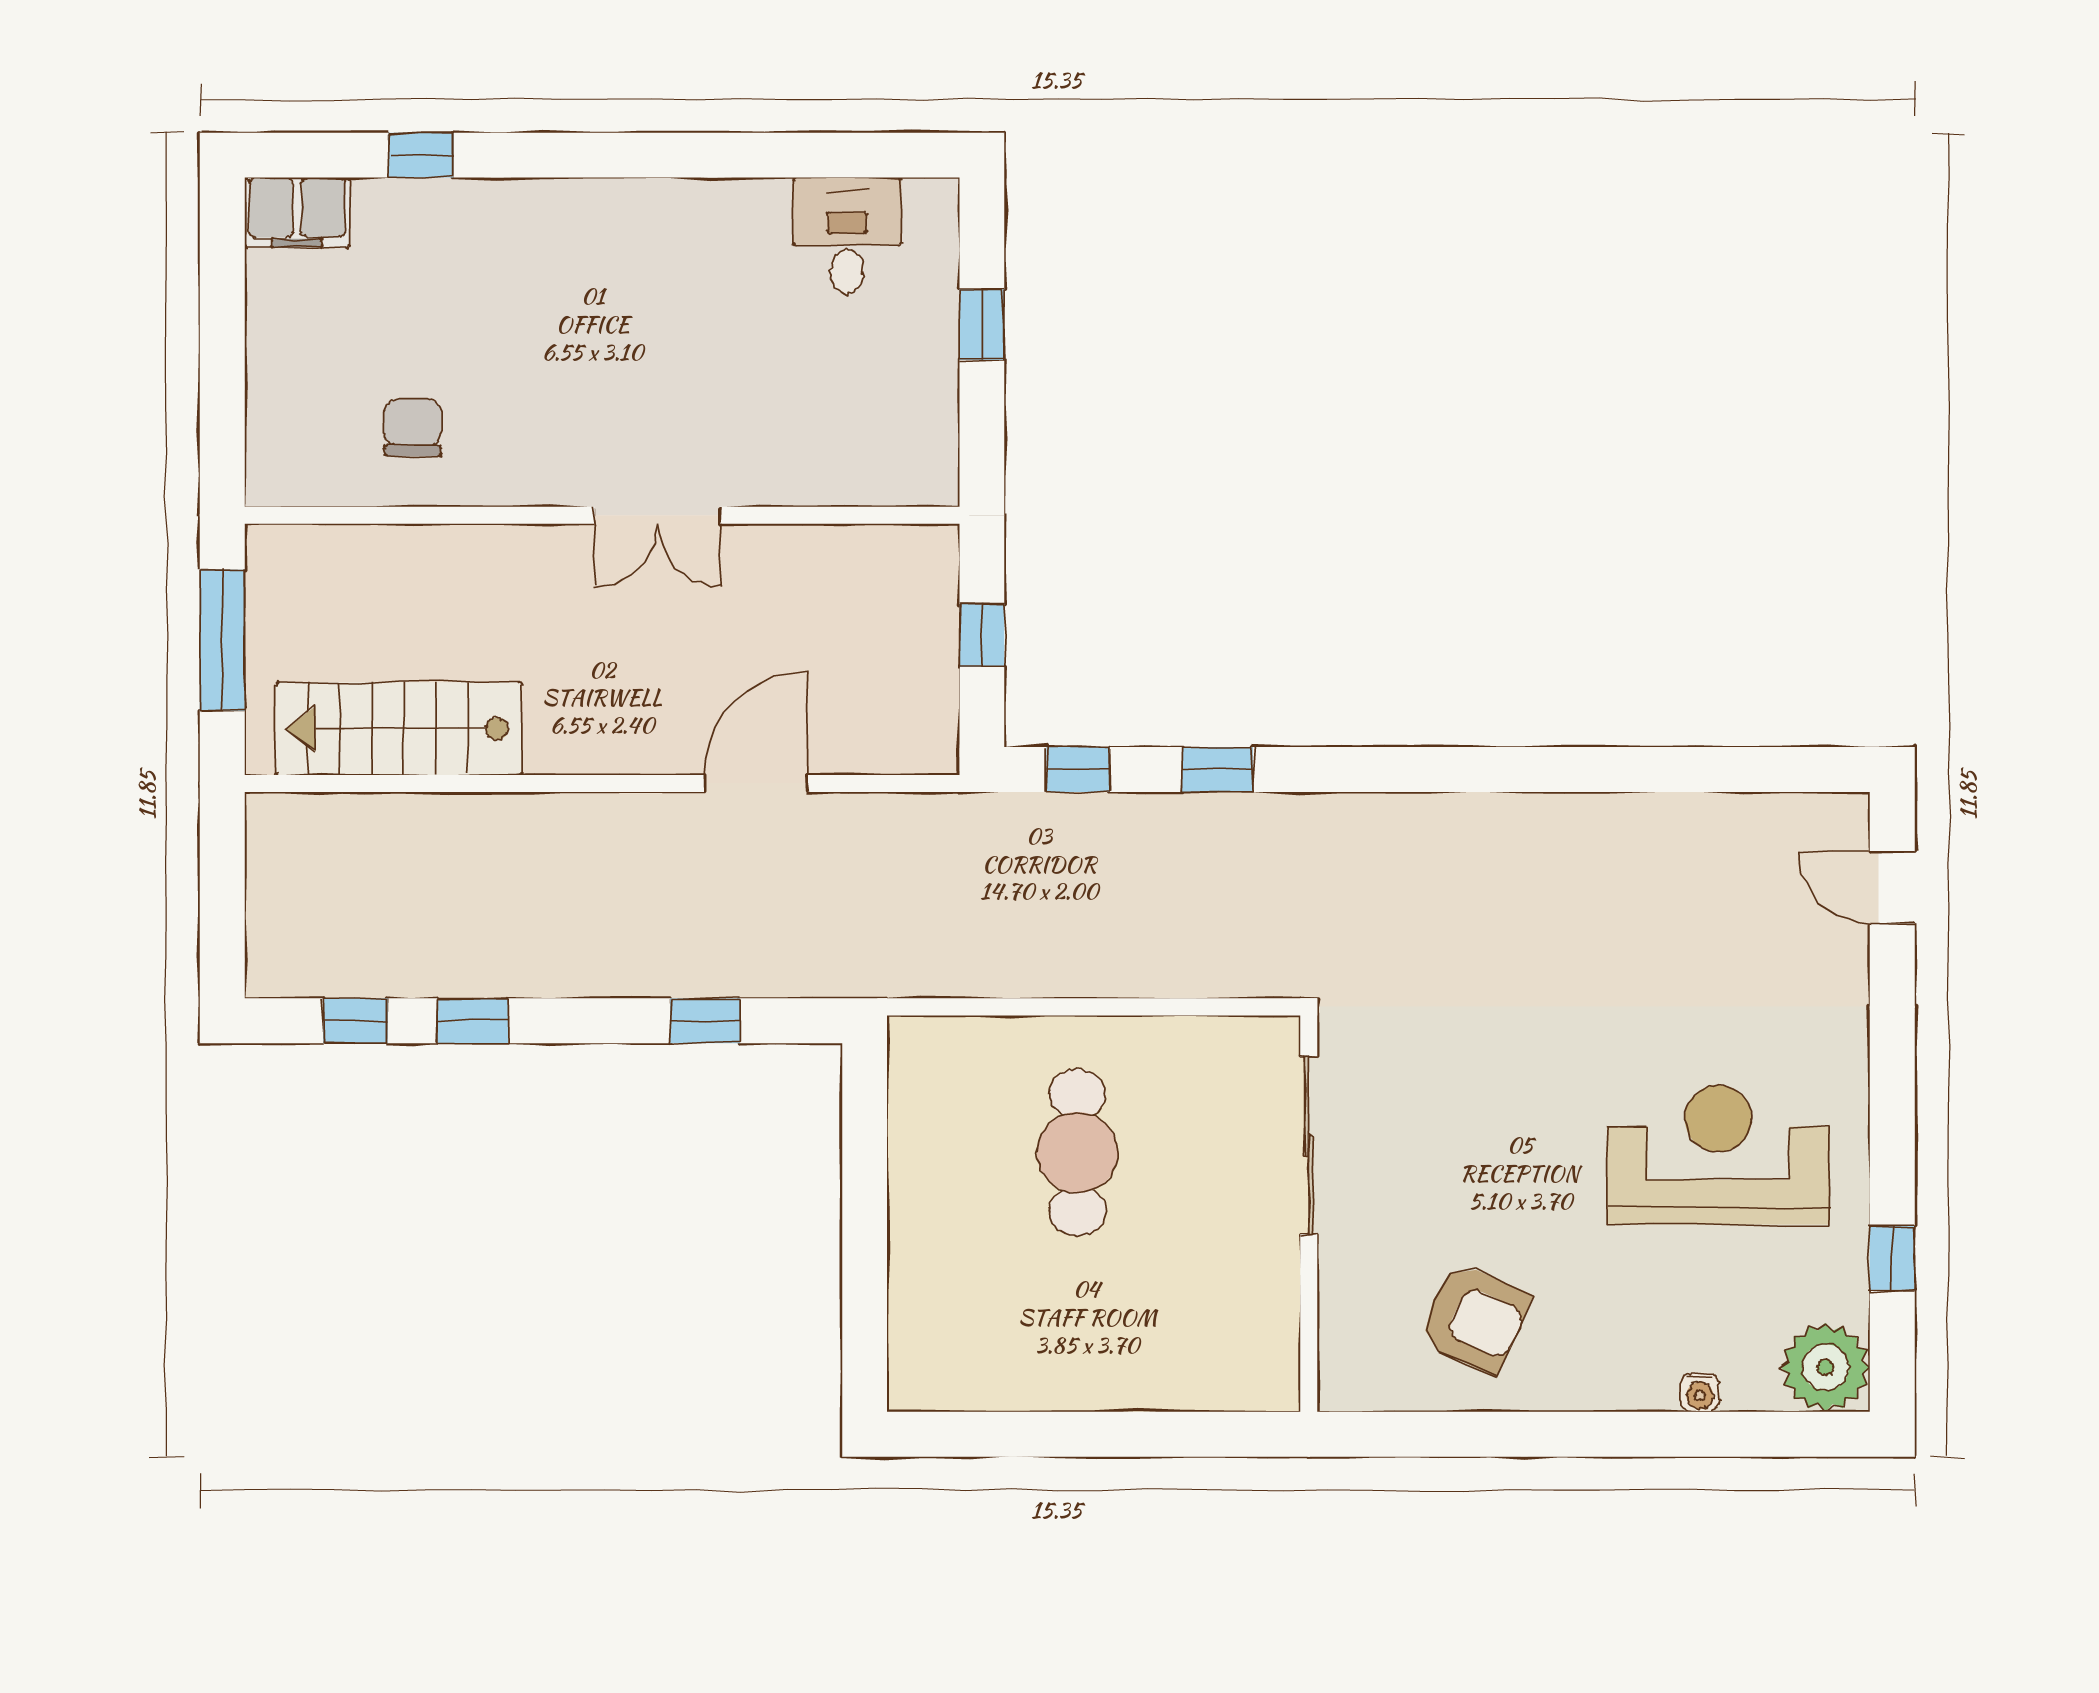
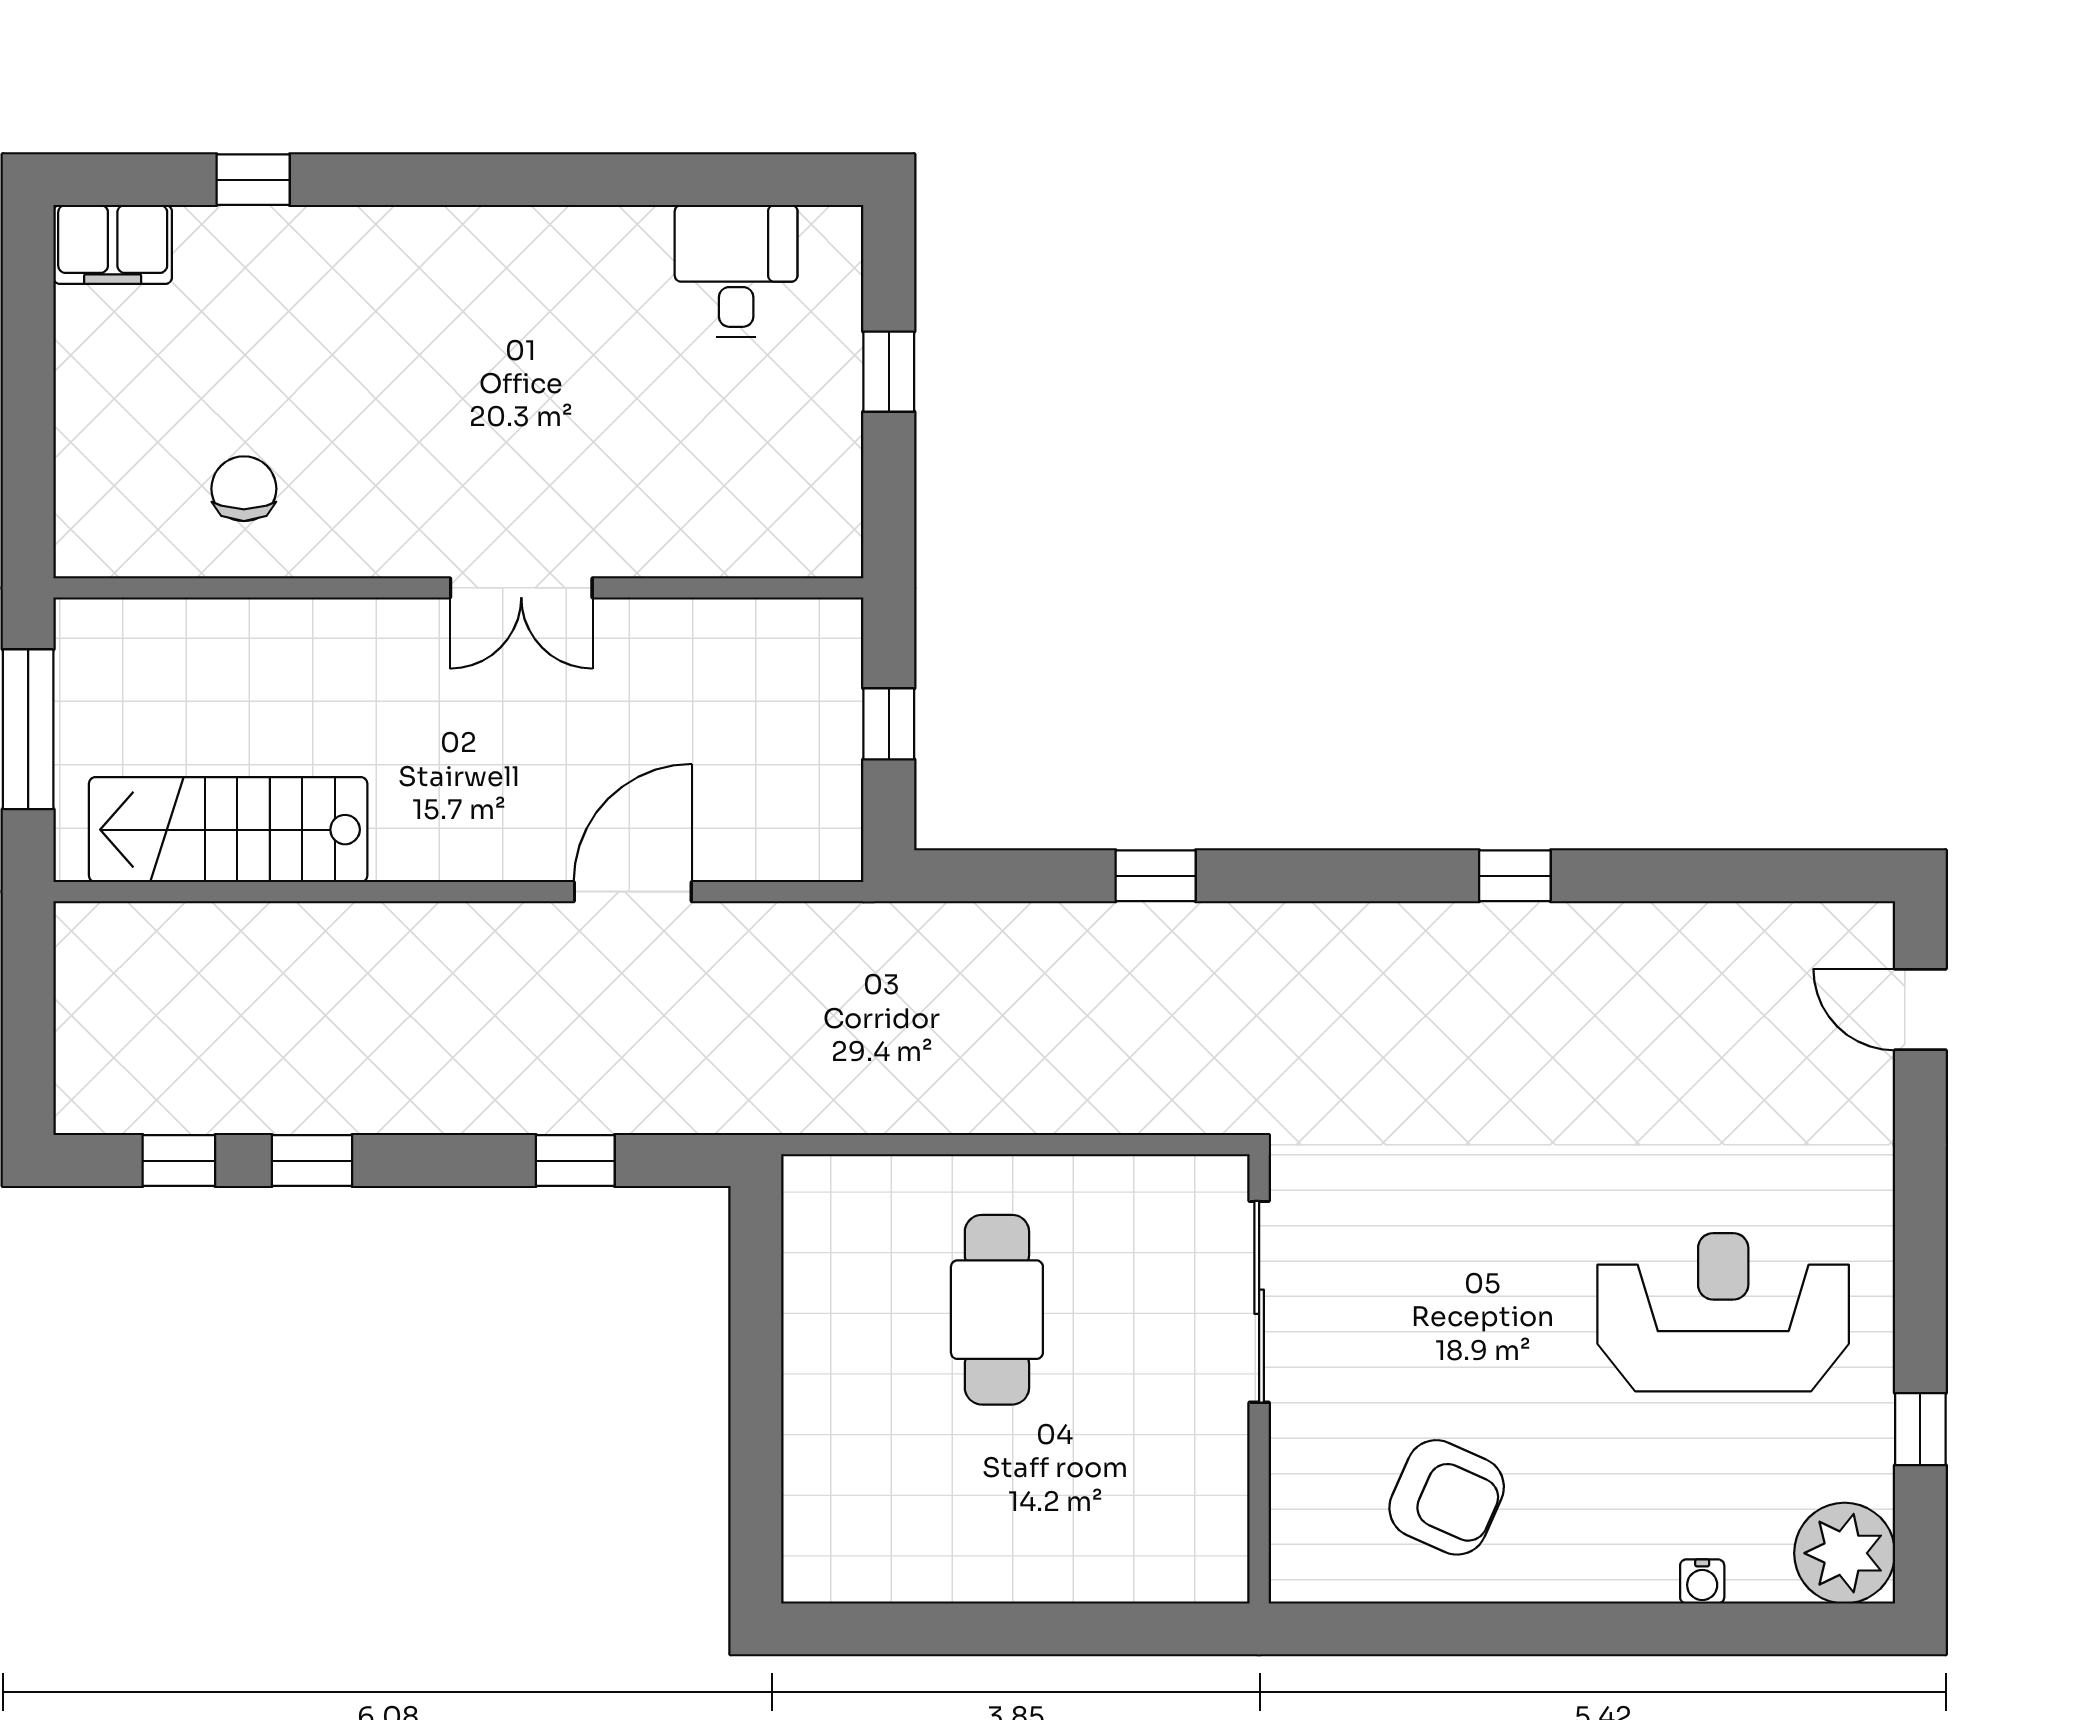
window: (1078, 769) -> (1515, 876), moved

